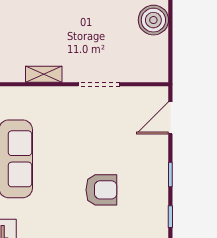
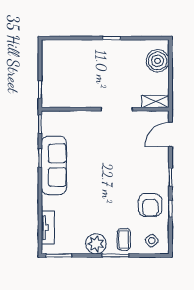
shelving: (44, 74) -> (155, 102), moved
armchair: (101, 190) -> (150, 205), moved, turned 90

